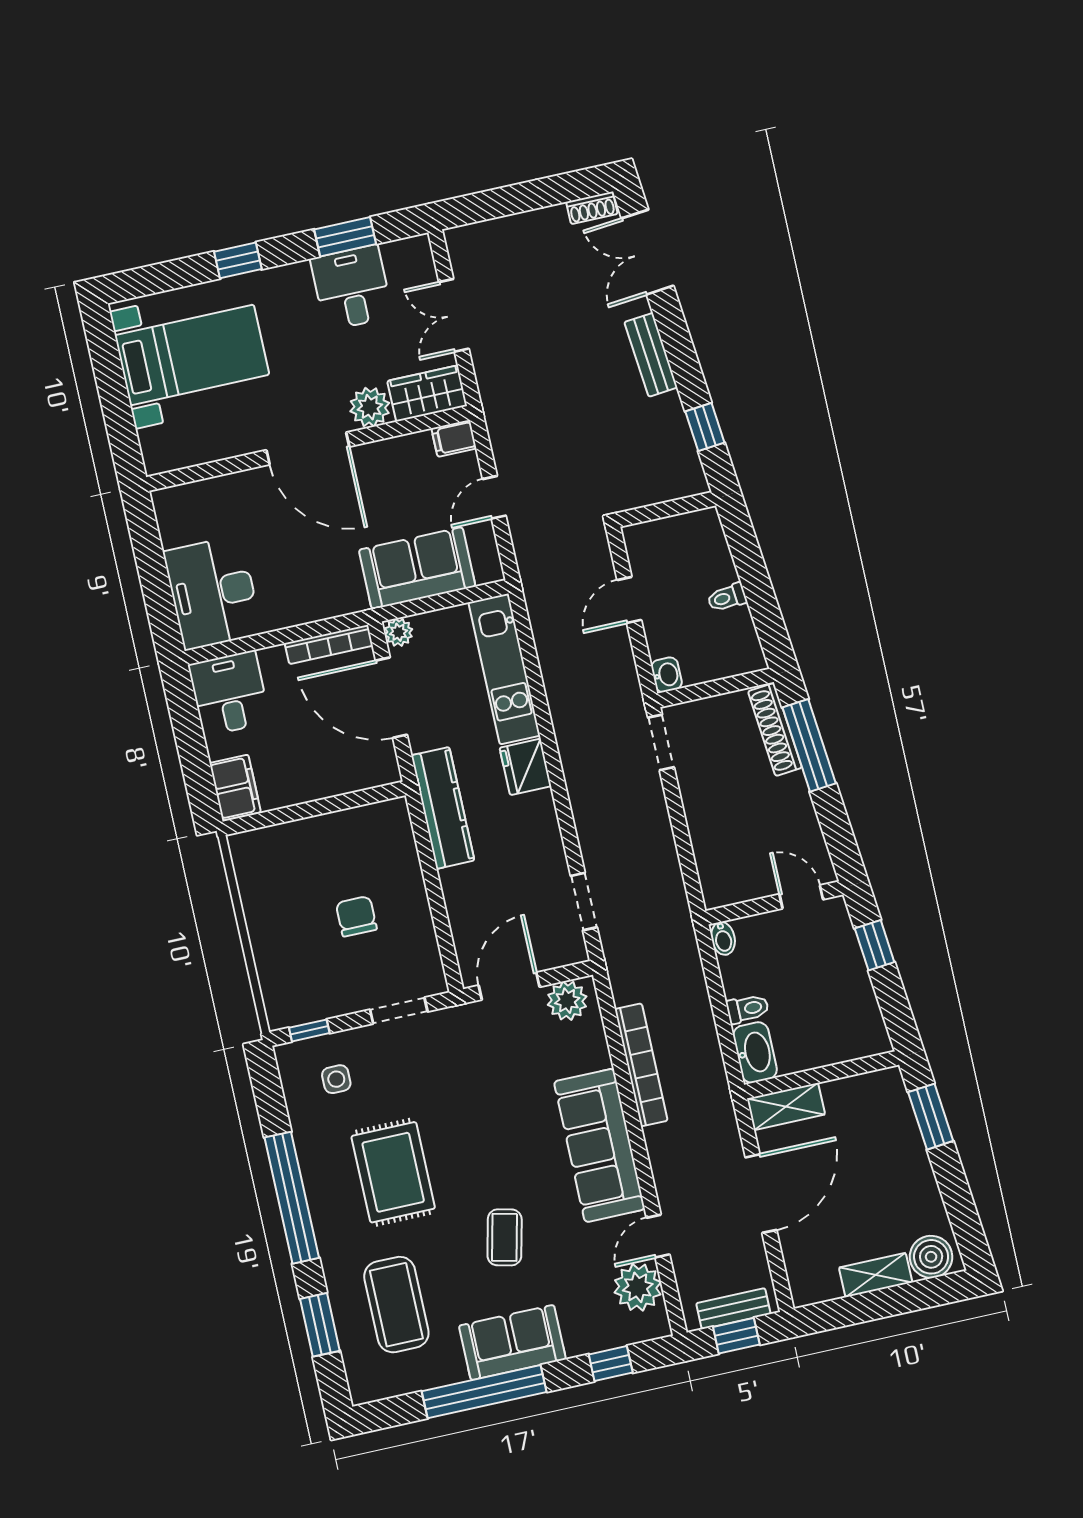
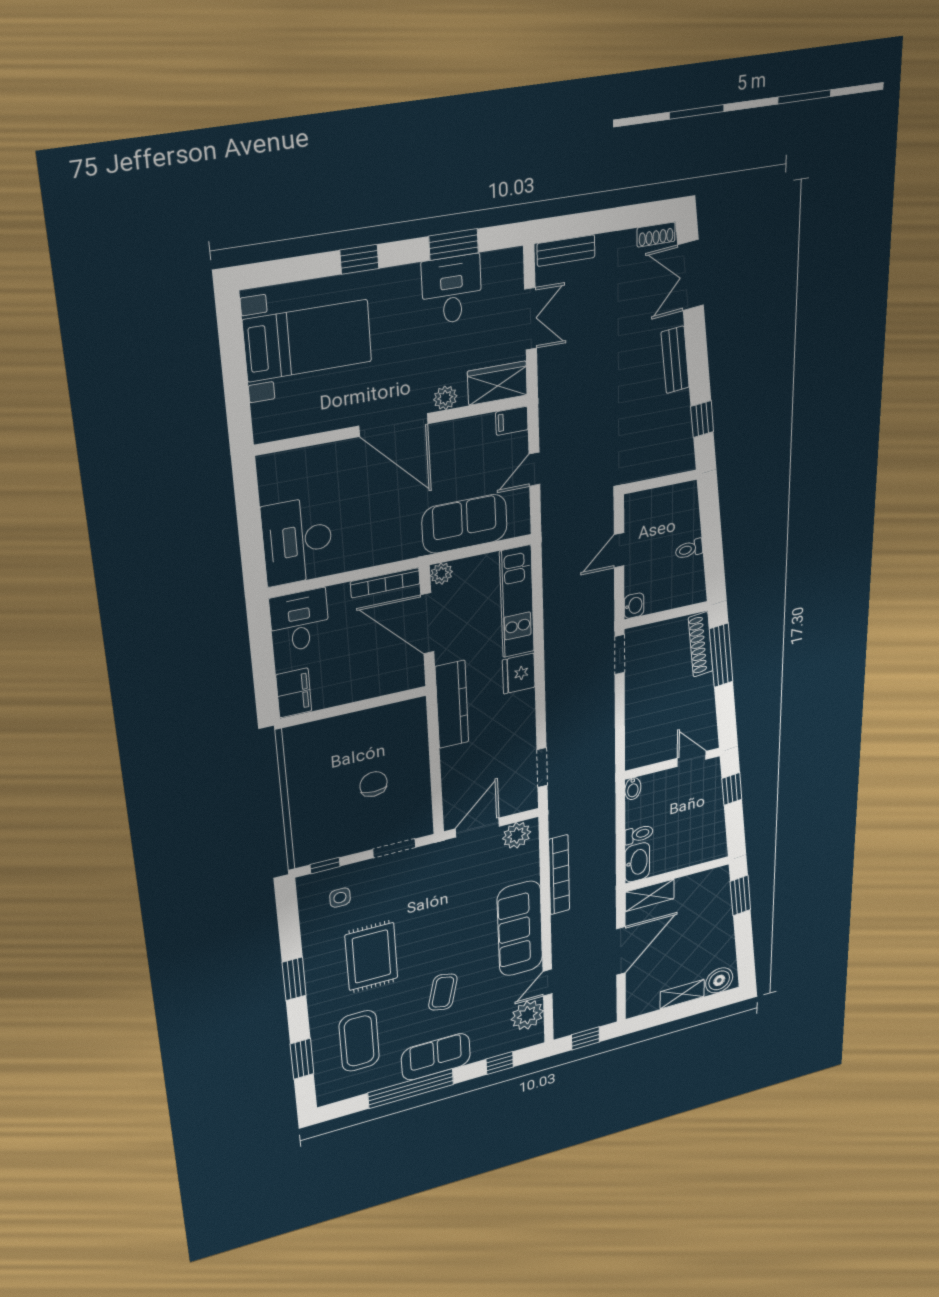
double door: (454, 315) -> (531, 319), swing flipped
plant: (370, 407) -> (445, 398), width x0.73, depth x0.73
window: (292, 1198) -> (294, 979), width x0.47
bench: (733, 1309) -> (566, 251), moved

